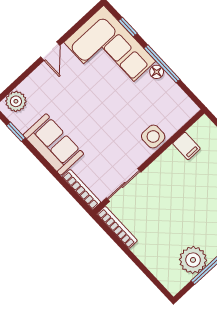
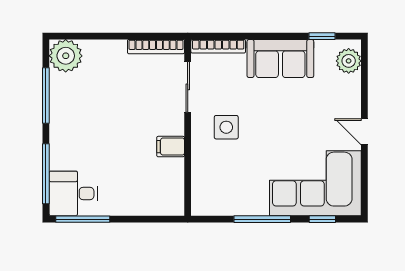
floor lamp: (157, 72) -> (260, 208), removed
side table: (153, 137) -> (226, 127), moved
filing cabinet: (186, 146) -> (171, 147), moved
plant: (193, 260) -> (66, 56), moved

